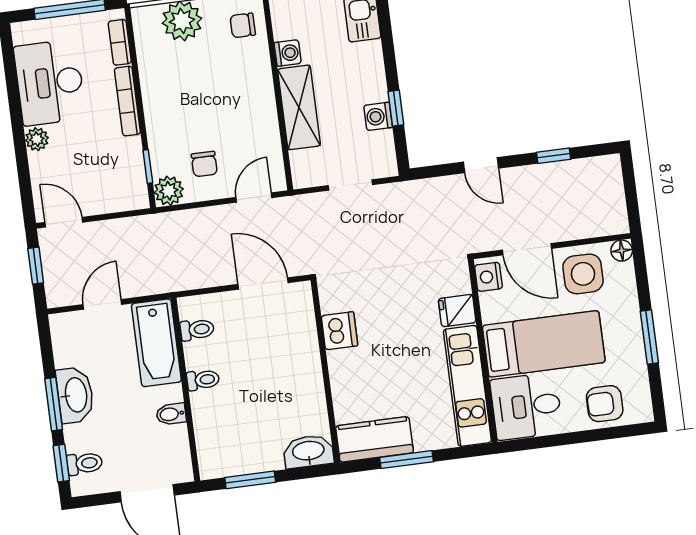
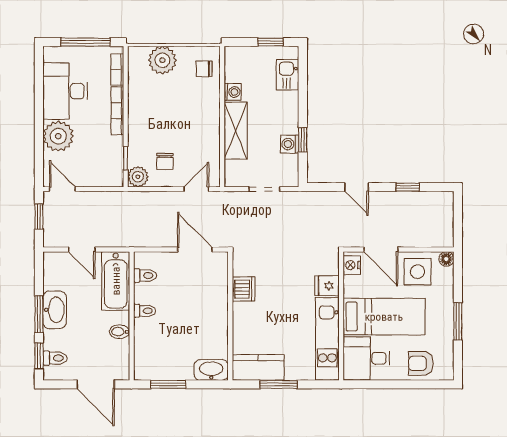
plant: (37, 139) -> (58, 136), width x1.87, depth x1.87
door: (102, 304) -> (82, 250), swing flipped

